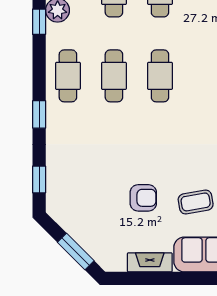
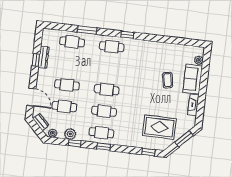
window: (39, 114) -> (104, 147), moved
rug: (94, 196) -> (159, 127), added
armchair: (143, 198) -> (163, 104), removed

